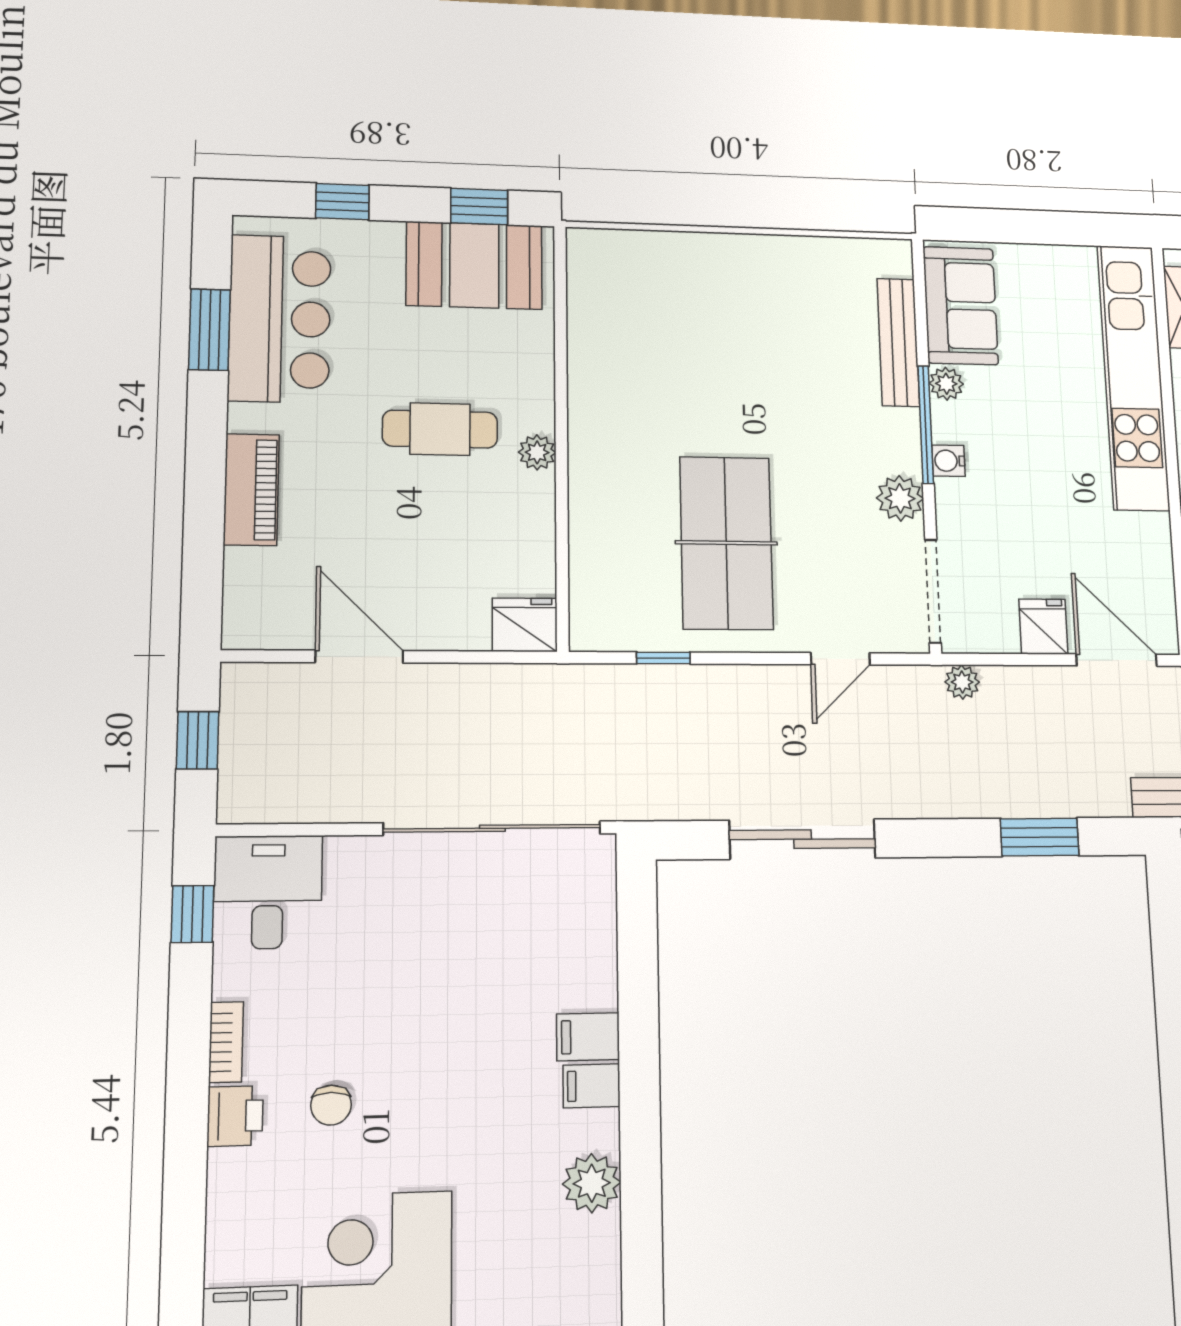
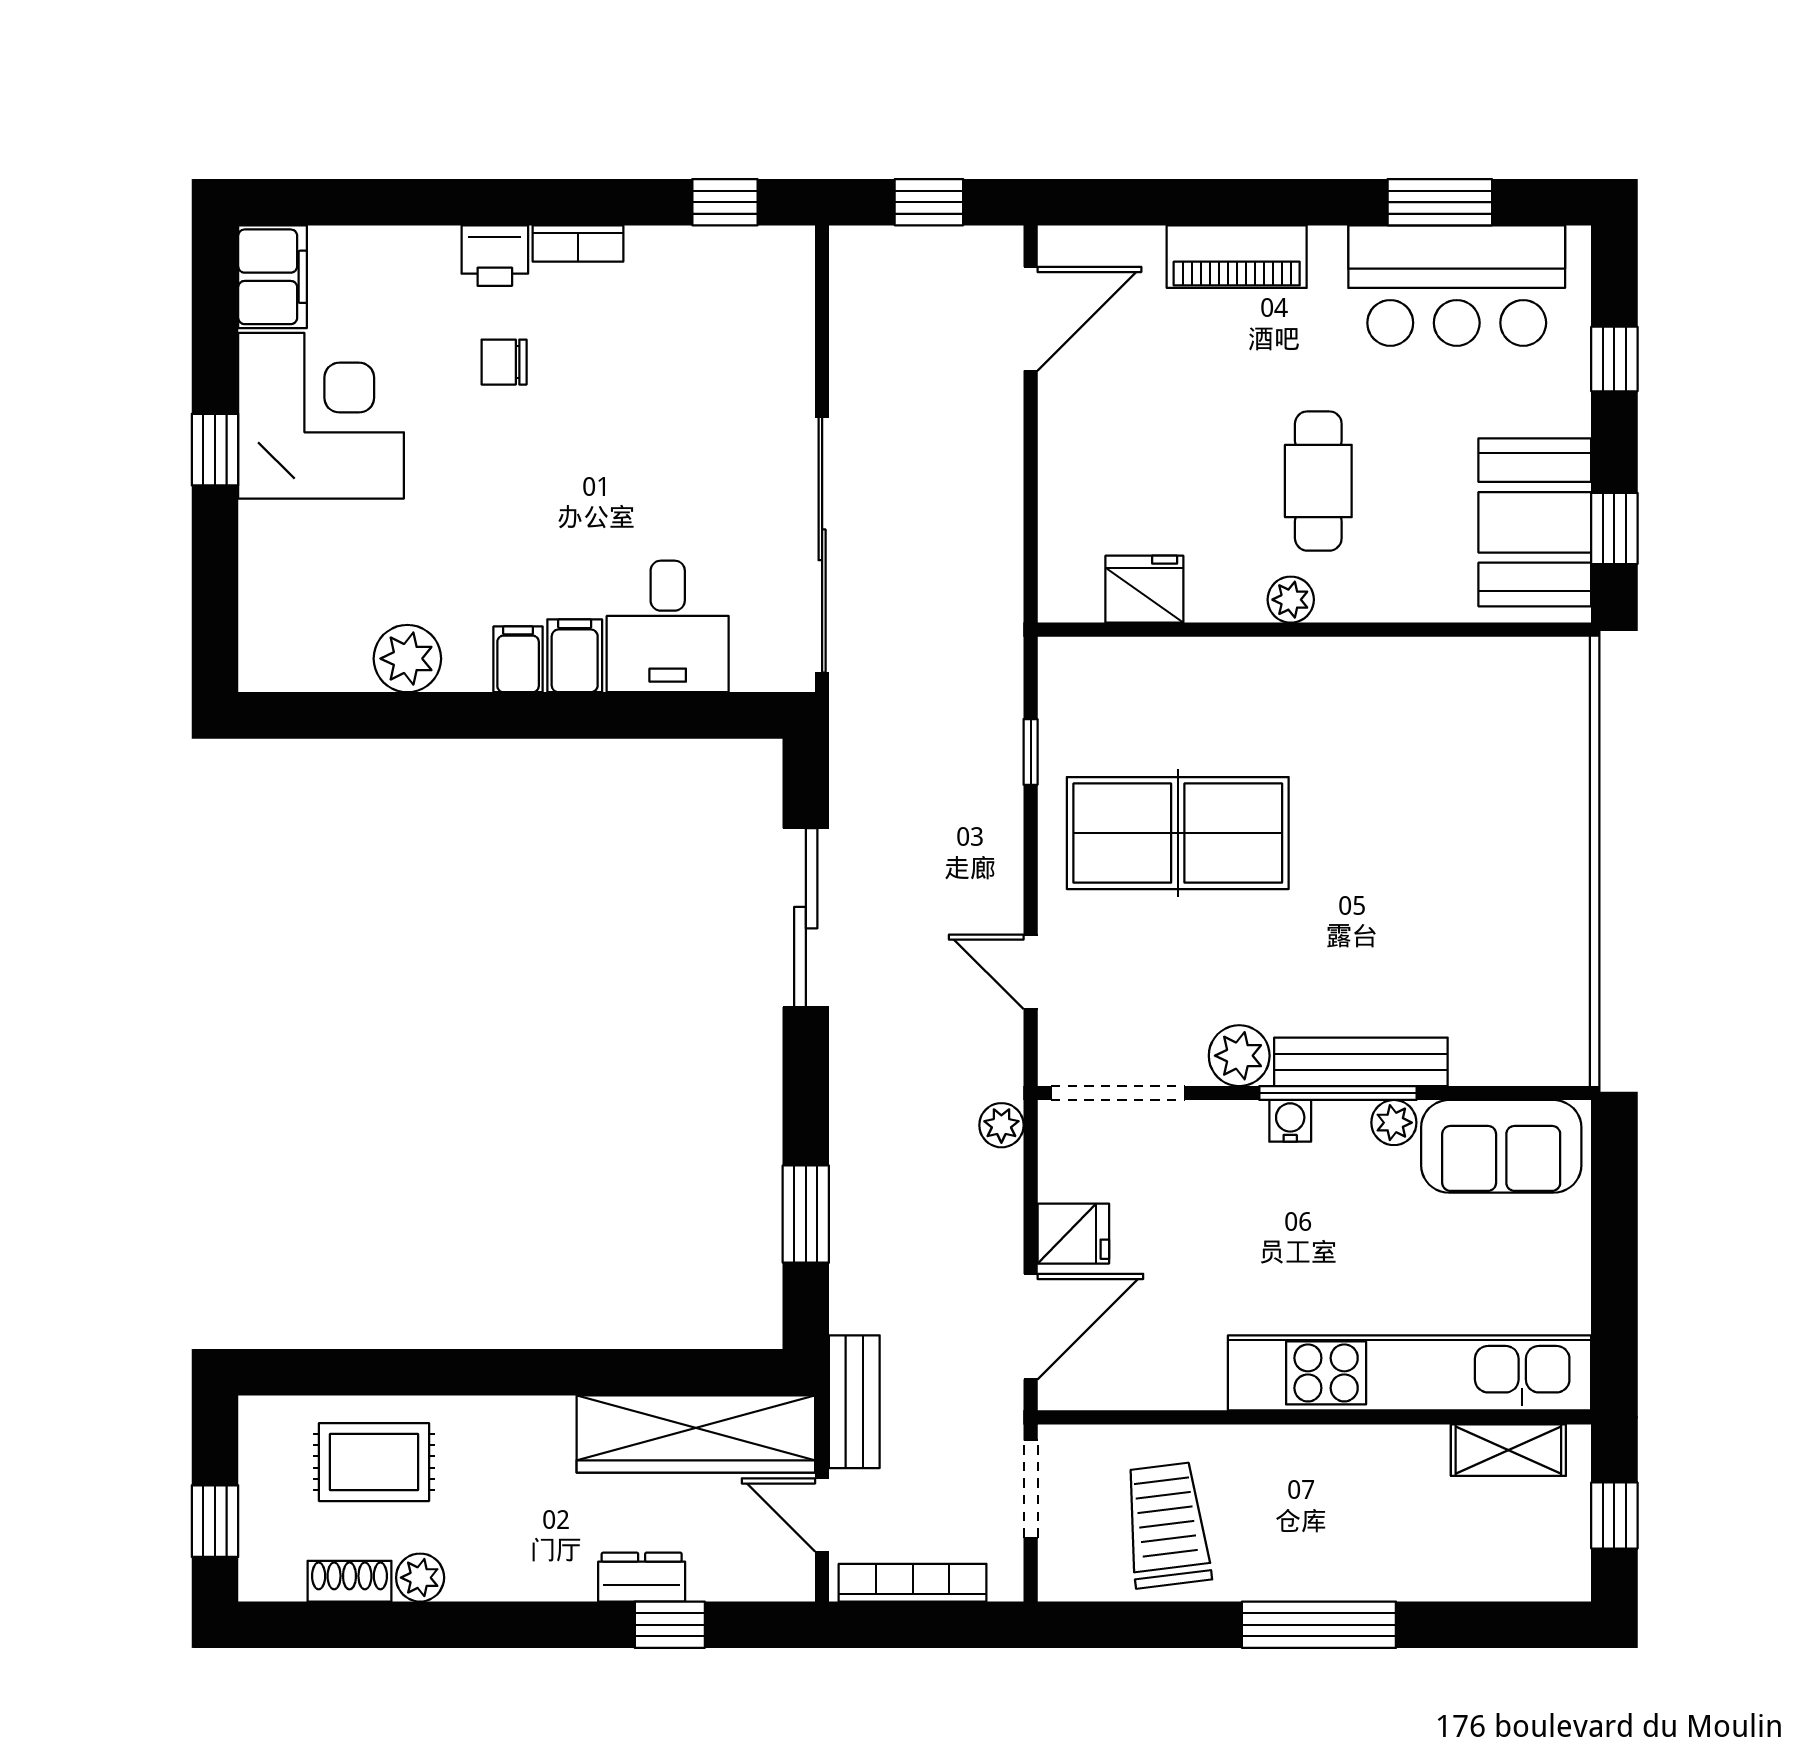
bench: (898, 342) -> (1361, 1062), moved
fridge: (525, 625) -> (1144, 589), moved, turned -90
door: (359, 657) -> (1031, 319), moved
desk: (268, 892) -> (668, 626), moved, turned 90

